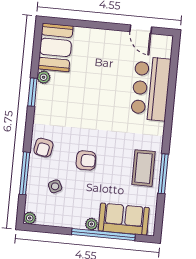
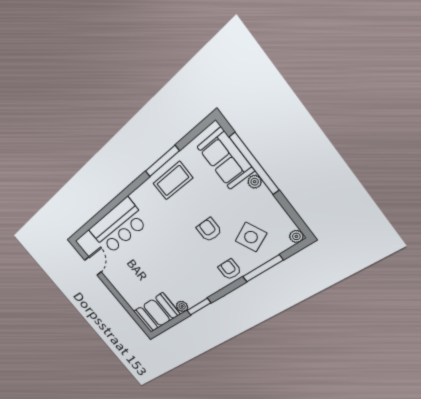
armchair: (43, 148) -> (230, 269), turned -100
side table: (55, 186) -> (251, 237), width x1.87, depth x1.87

